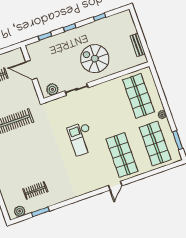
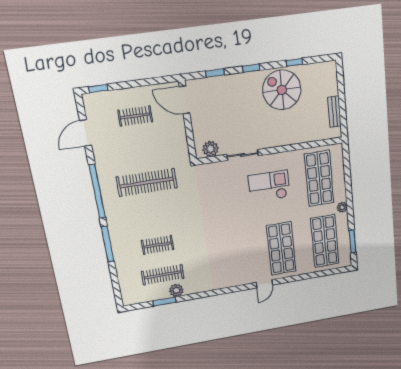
spiral stairs: (95, 59) -> (282, 90), moved
door: (31, 70) -> (184, 100), moved
checkout: (82, 139) -> (269, 186), moved, turned 90
clothes rail: (27, 168) -> (158, 245), added
clothes rail: (35, 190) -> (163, 275), width x1.36
plant: (20, 211) -> (176, 290), moved

